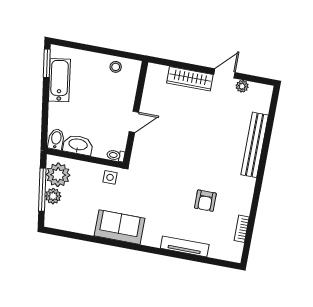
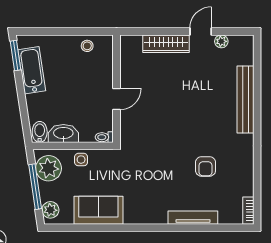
side table: (110, 177) -> (81, 160), moved
plant: (53, 196) -> (50, 210), moved
sofa: (119, 227) -> (98, 210), moved
bookcase: (242, 229) -> (248, 211), moved

